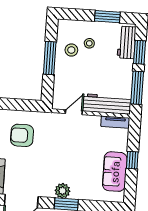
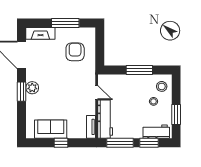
stool: (71, 50) -> (162, 86), moved

